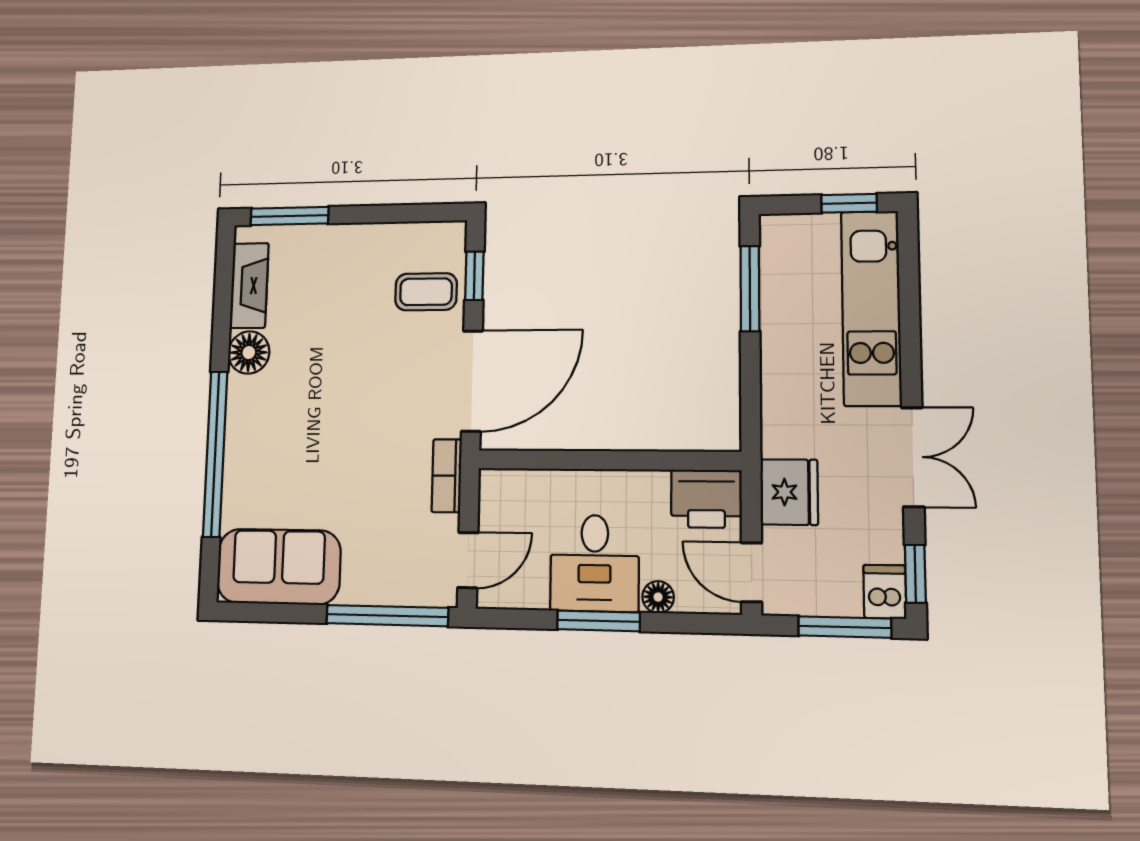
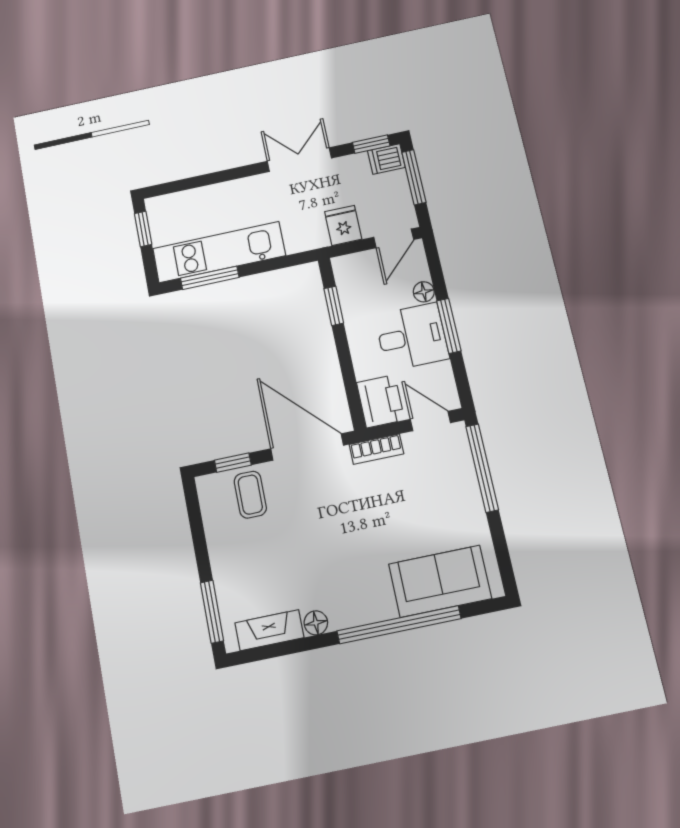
kitchen unit: (871, 308) -> (219, 252), moved, turned 180
floor lamp: (249, 353) -> (316, 623), width x0.73, depth x0.73
window: (667, 460) -> (334, 306), added
fridge: (789, 492) -> (343, 225), width x0.72
printer: (706, 499) -> (381, 401), moved
sofa: (279, 567) -> (440, 581), moved, turned 90

